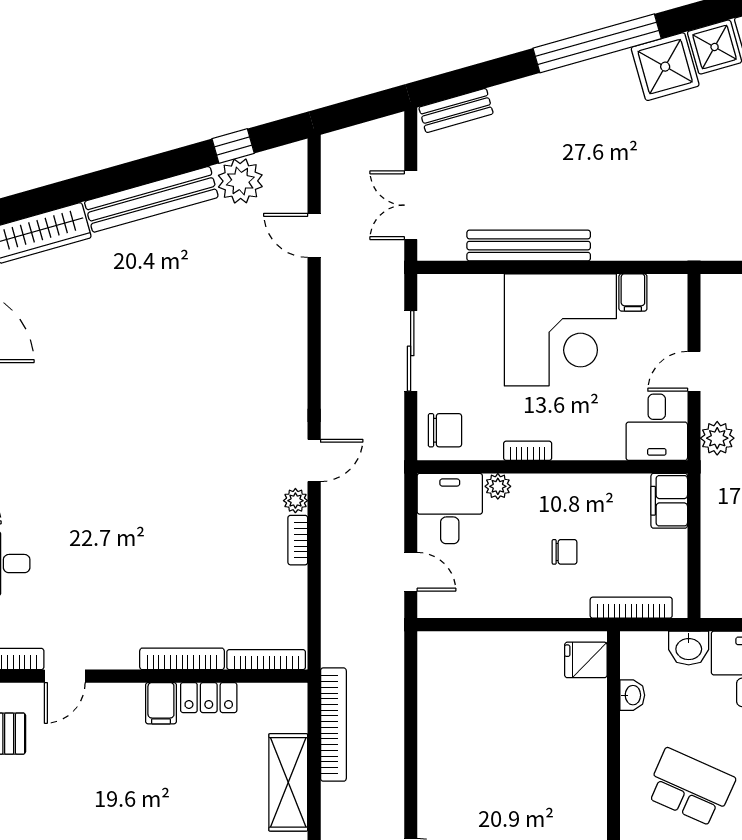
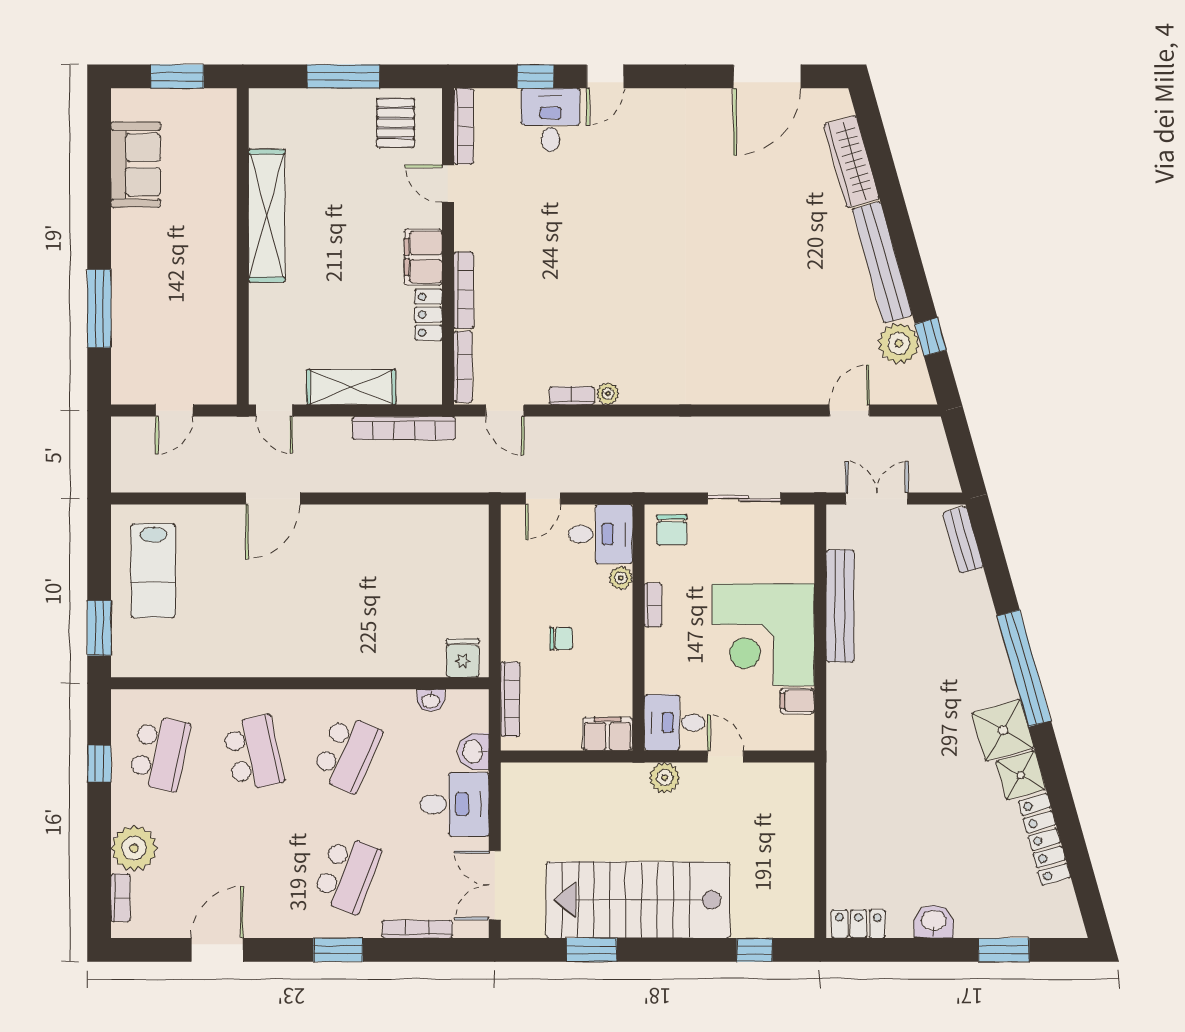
door: (314, 460) -> (505, 411), moved
chair: (565, 552) -> (561, 639), turned -90
filing cabinet: (161, 703) -> (423, 257), width x2.00

